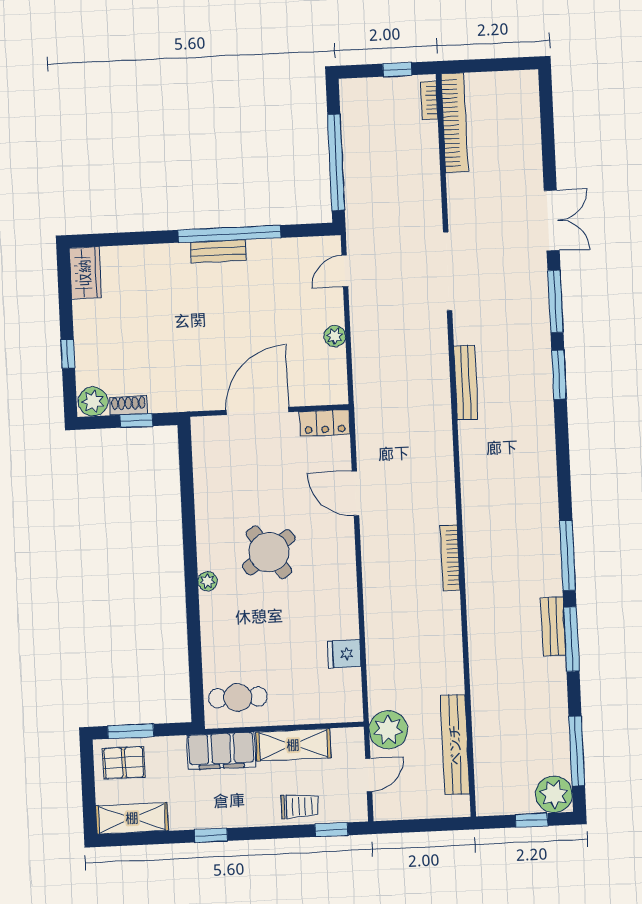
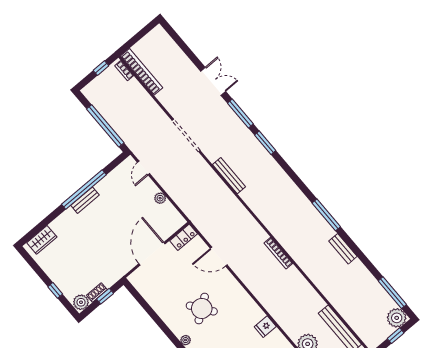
wardrobe: (85, 273) -> (42, 240), moved, turned 90
window: (571, 639) -> (354, 248), removed

